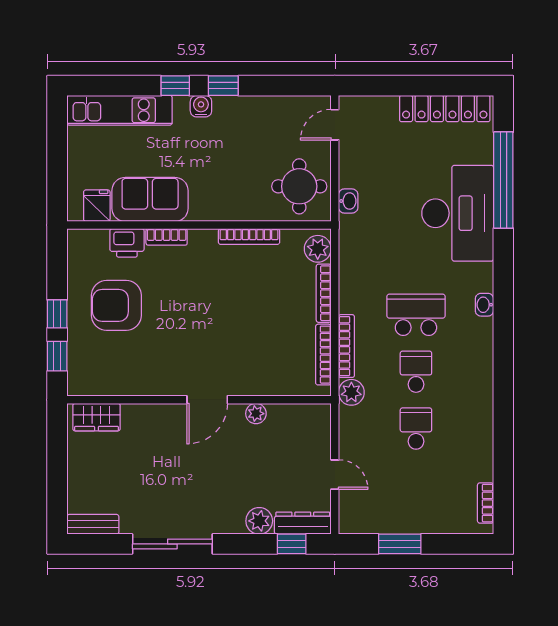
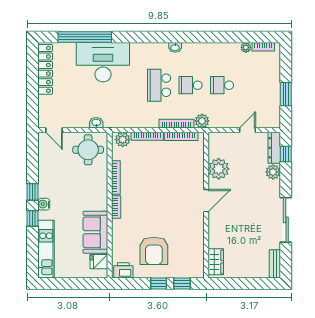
bookcase: (167, 237) -> (116, 207), moved
printer: (127, 243) -> (123, 270), moved, turned -90
washbasin: (484, 305) -> (175, 47), moved
door: (207, 400) -> (206, 201), hinge flipped
plant: (256, 414) -> (219, 169), width x1.88, depth x1.88
plant: (484, 472) -> (246, 47), added

